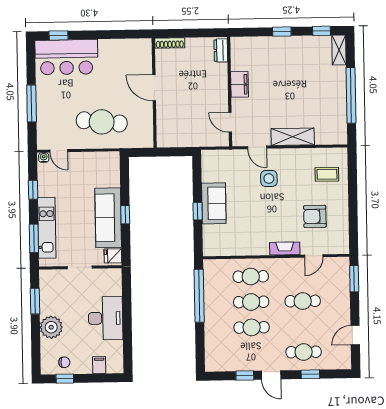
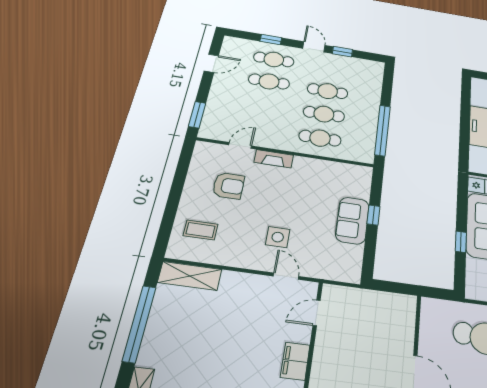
door: (230, 122) -> (317, 313), swing flipped
shelving: (293, 137) -> (190, 276), moved
window: (125, 215) -> (461, 242), moved
cafe table: (303, 301) -> (269, 81), moved

